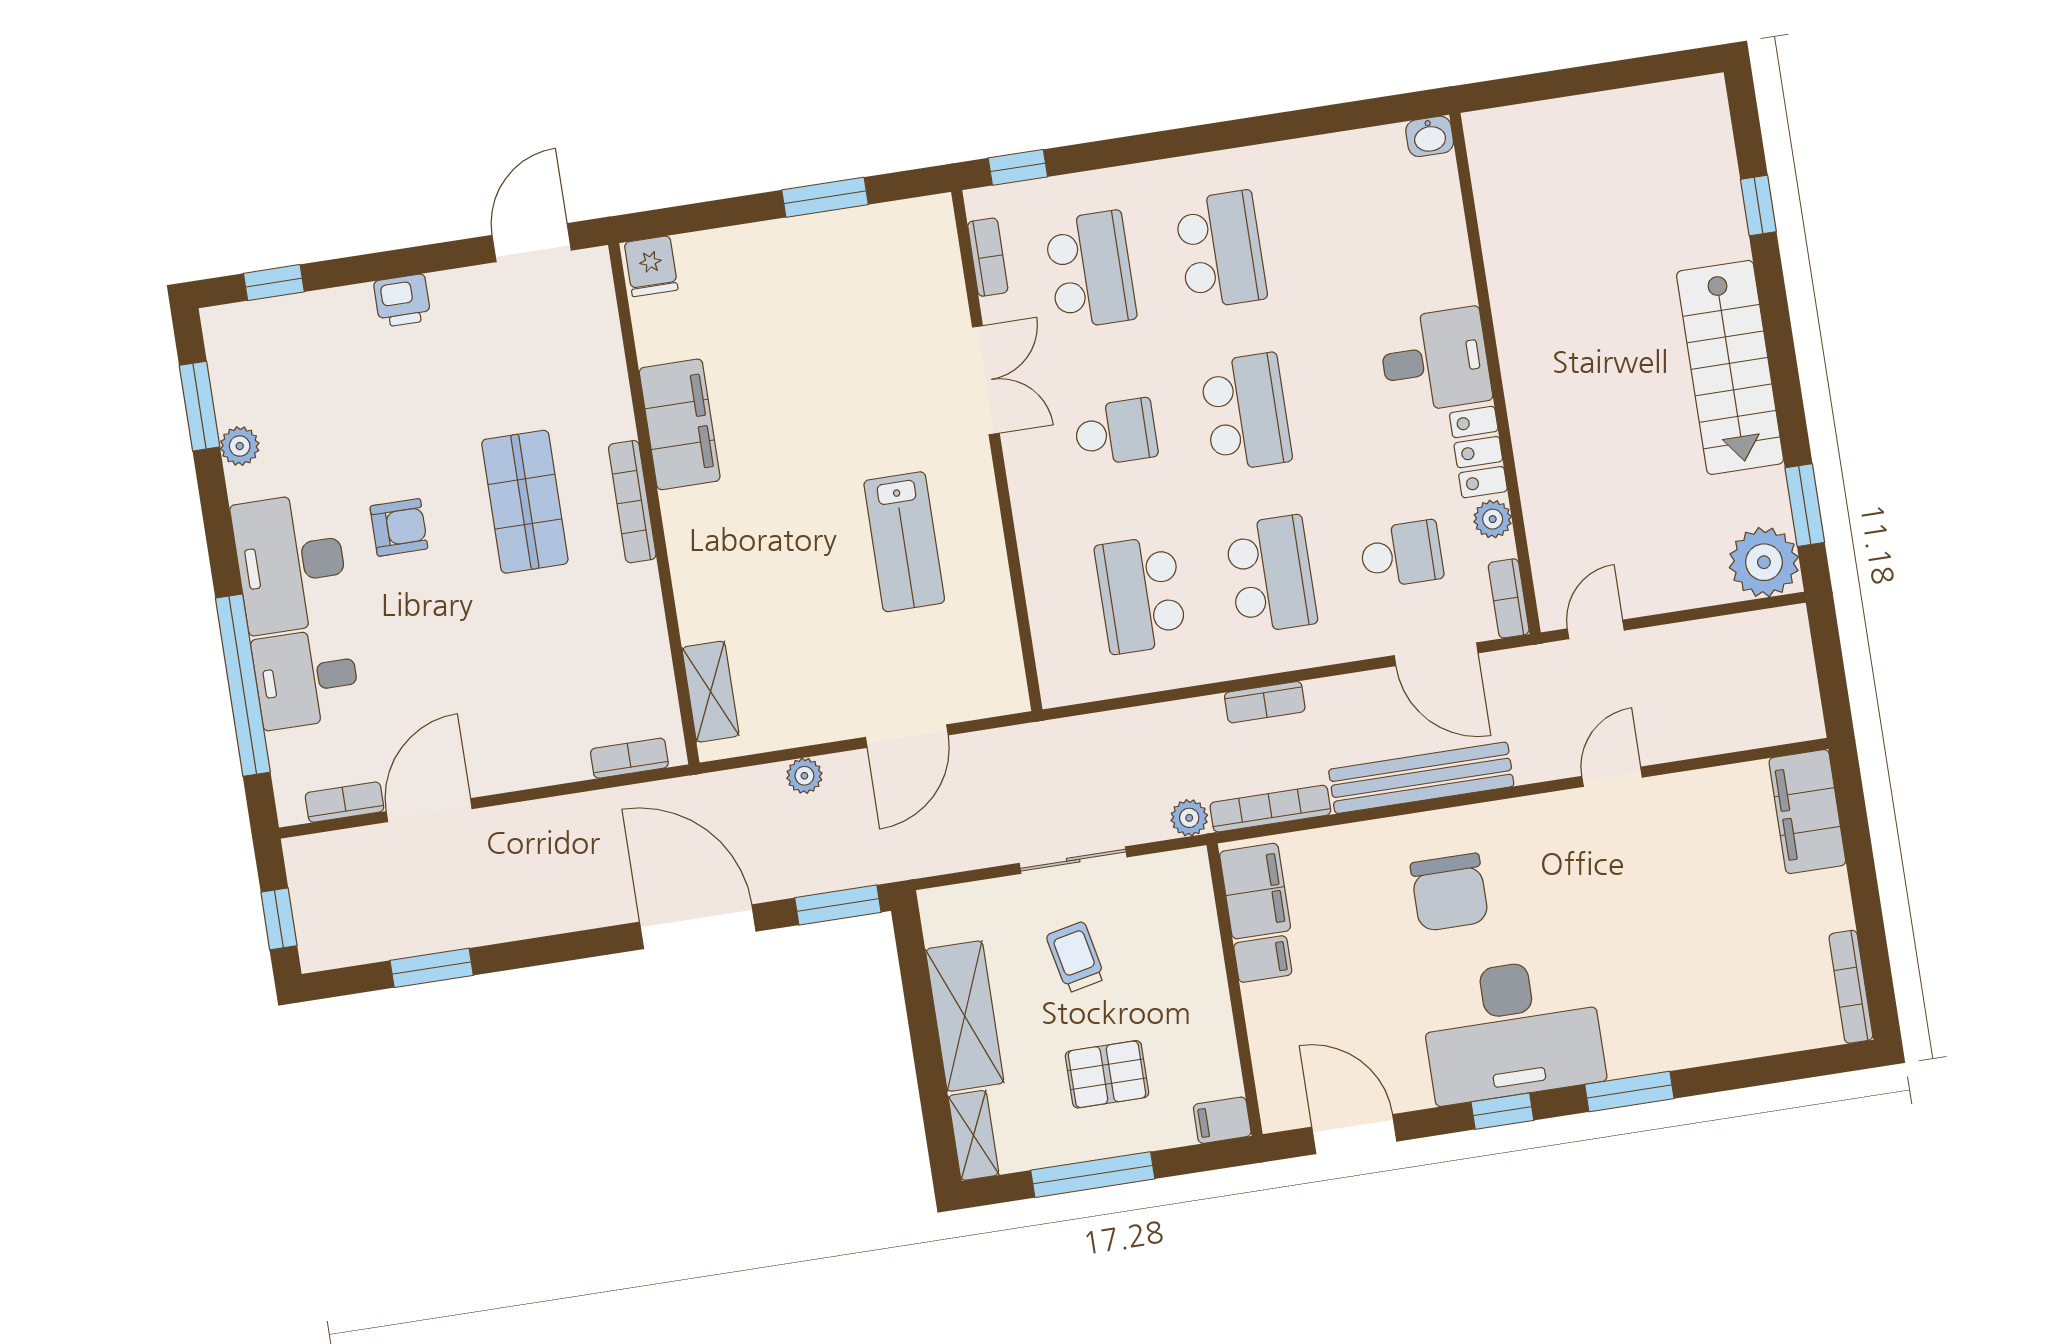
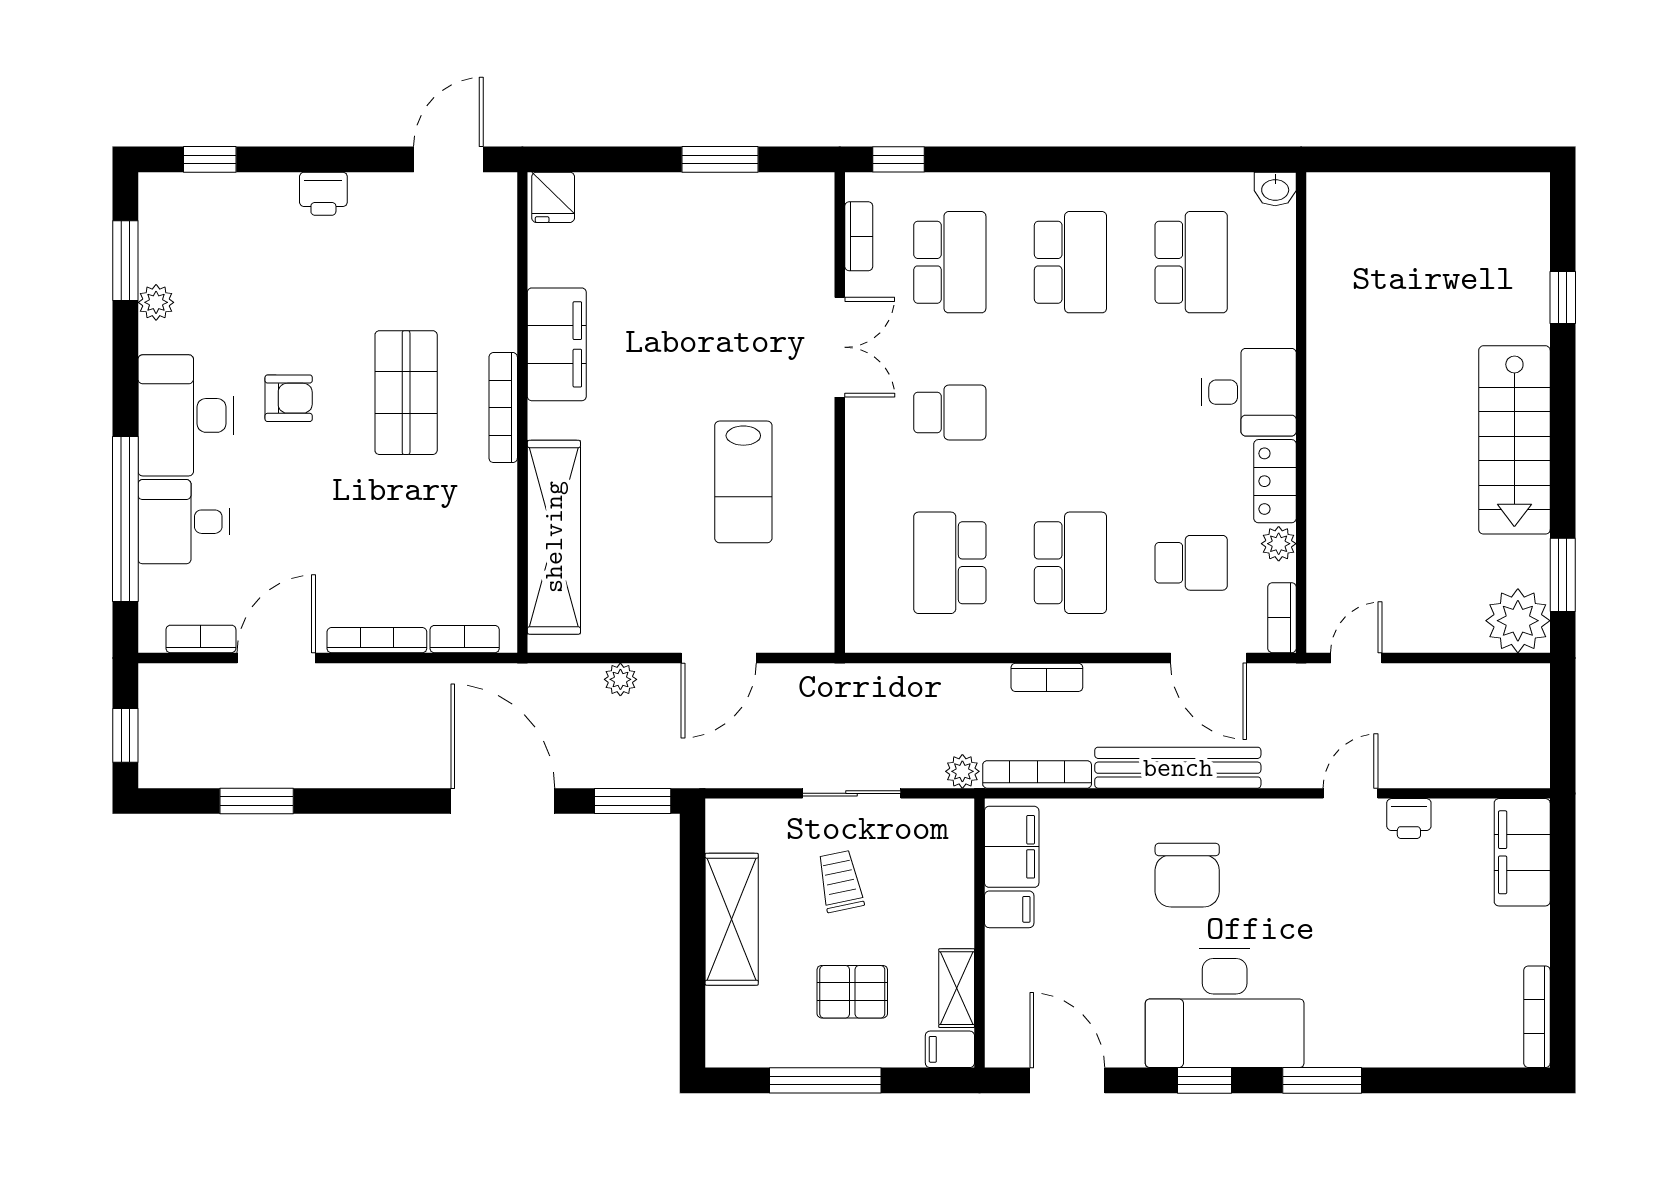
school desk: (1246, 412) -> (1191, 262), moved
shelving: (711, 692) -> (554, 537), width x2.20, depth x1.33
bookcase: (535, 774) -> (377, 640), added
printer: (1679, 794) -> (1409, 819), added
shelving: (973, 1135) -> (957, 988), moved

